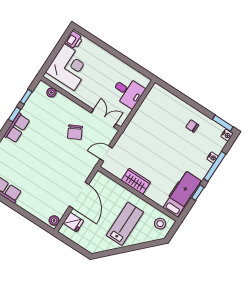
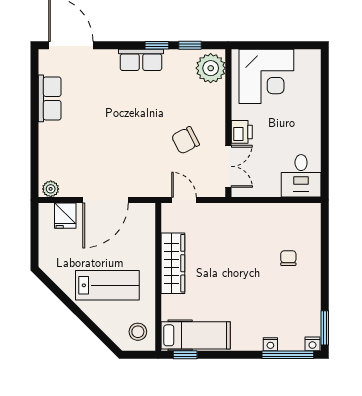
printer: (74, 40) -> (242, 132), moved, turned -90
desk: (128, 92) -> (301, 176), moved
plant: (51, 93) -> (211, 68), width x1.87, depth x1.87
chair: (192, 126) -> (288, 258), moved
window: (215, 166) -> (288, 355), moved
wardrobe: (136, 181) -> (173, 263), width x1.50
window: (198, 193) -> (185, 355), moved

